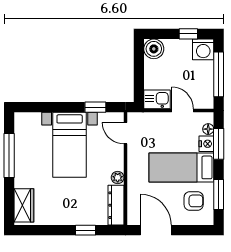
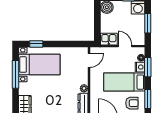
window: (219, 74) -> (148, 23), width x0.69
window: (95, 107) -> (36, 44), moved
door: (126, 133) -> (89, 60), swing flipped
bed with nightstands: (70, 145) -> (39, 65), moved, turned -90

